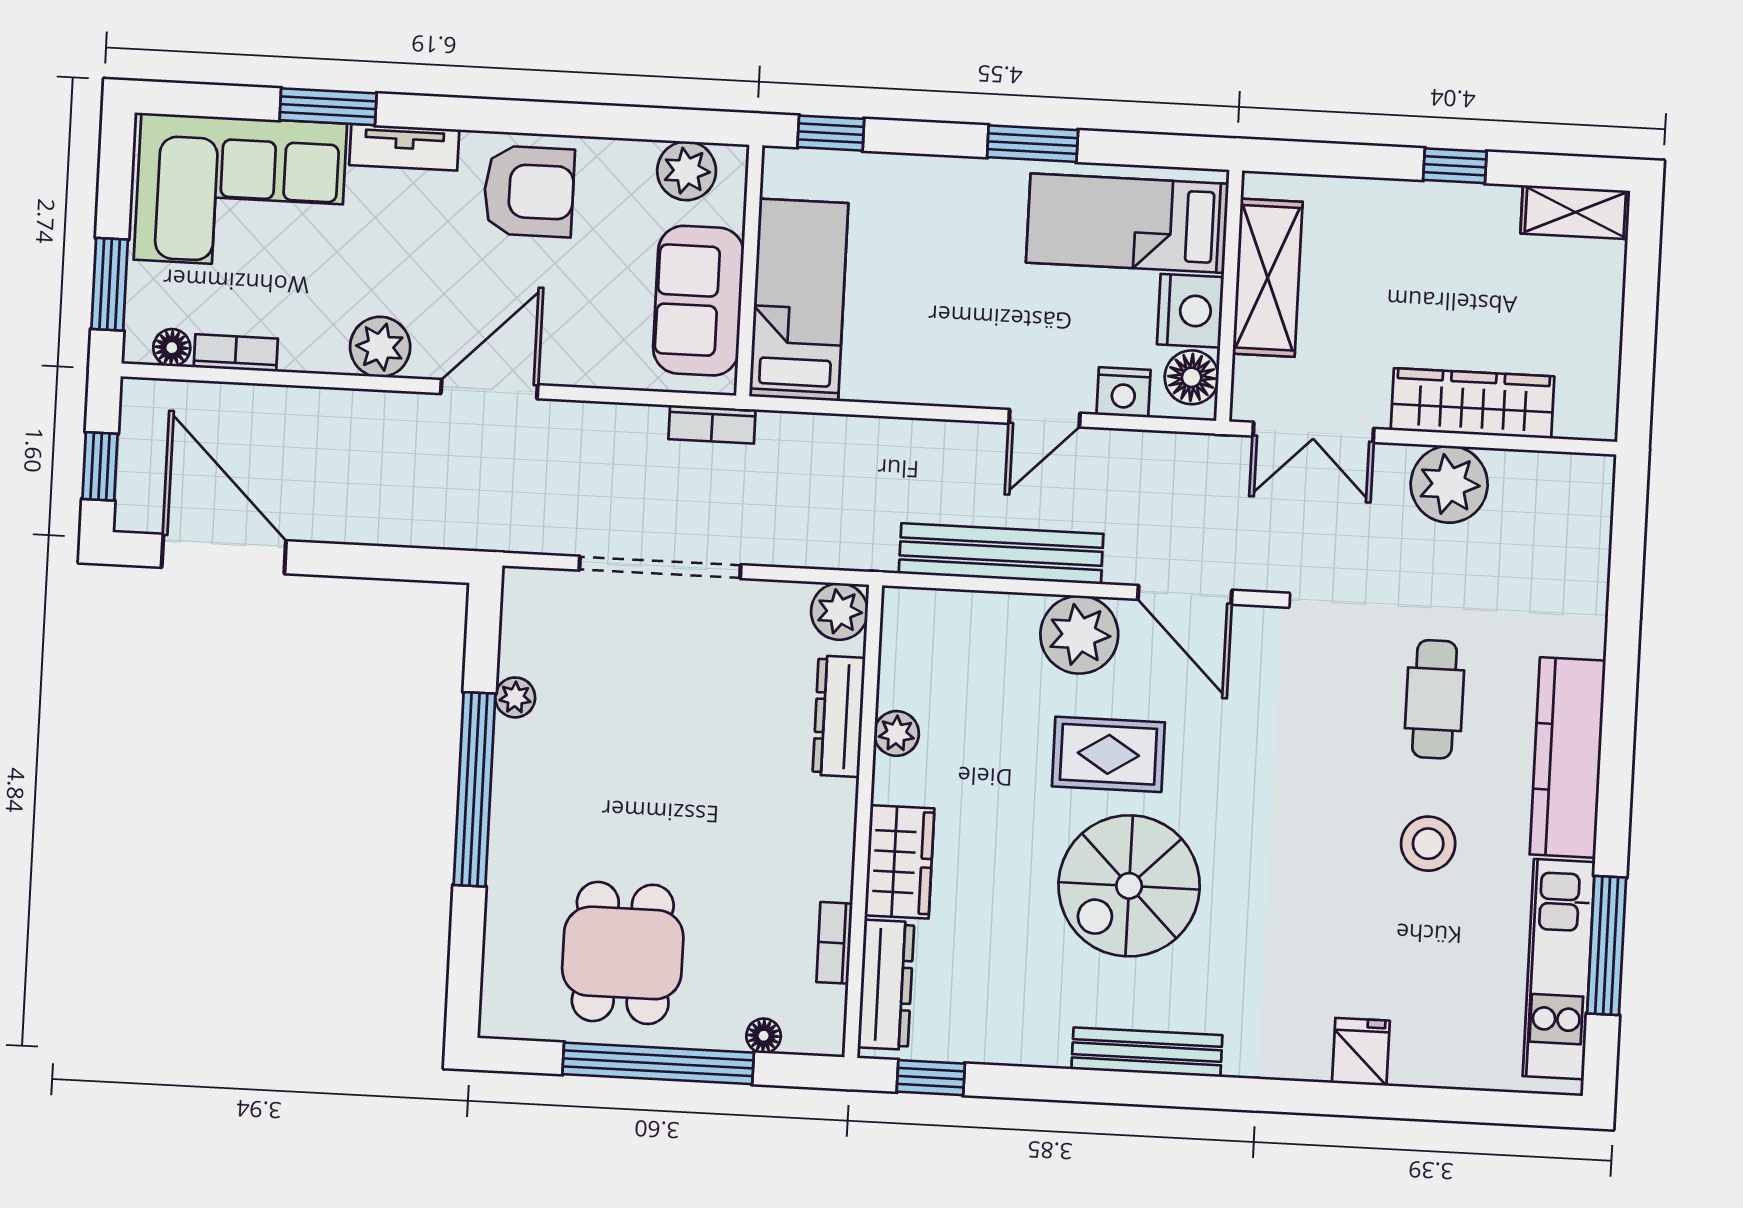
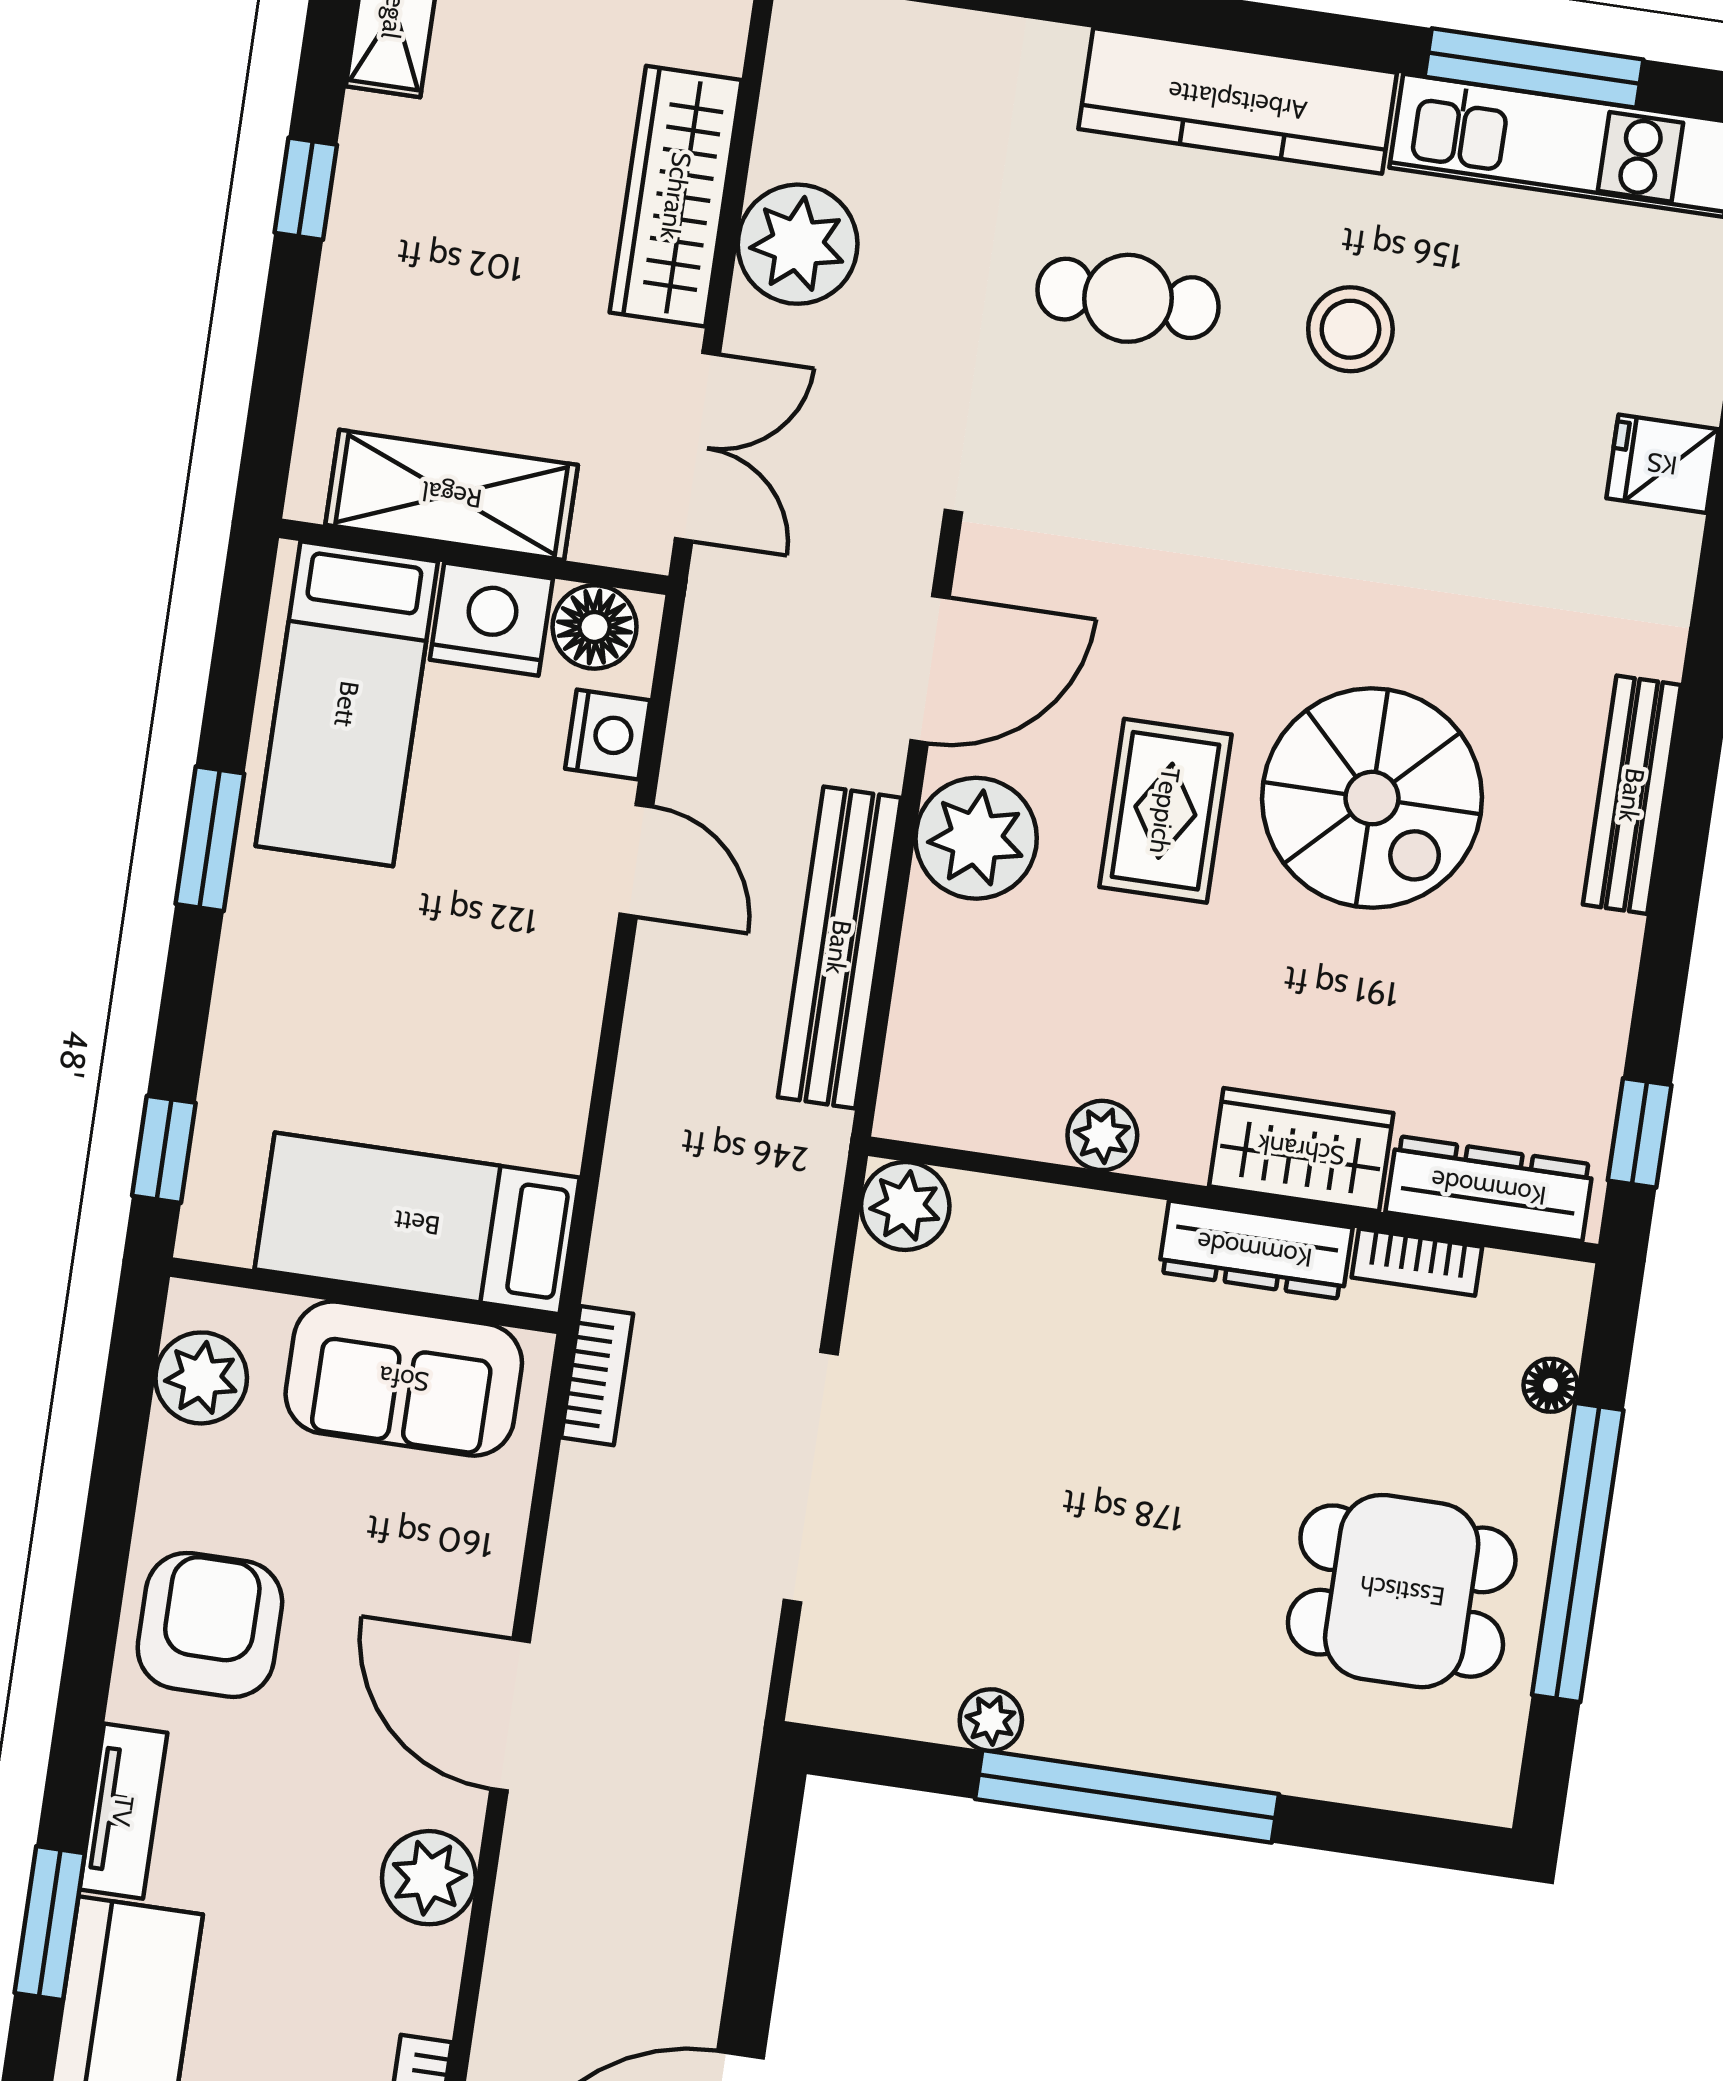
dresser: (839, 716) -> (1255, 1250), moved

